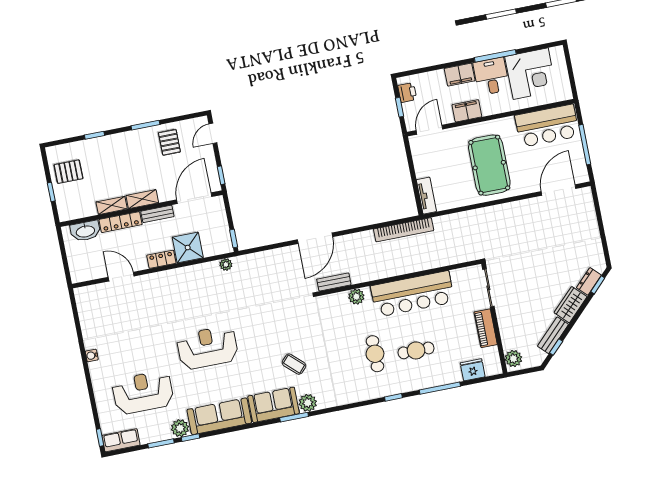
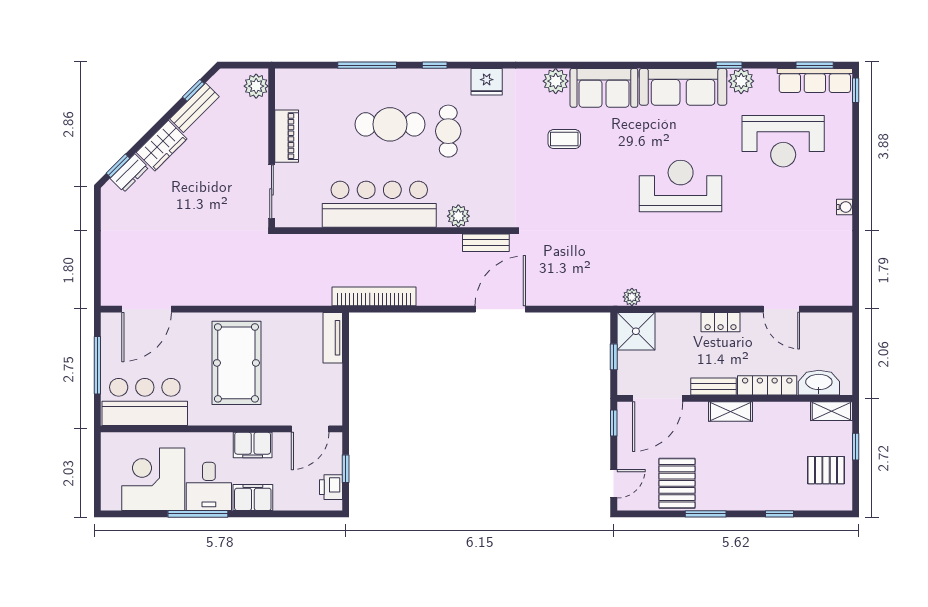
pallet: (169, 142) -> (677, 483), width x1.50, depth x1.42
shelving: (112, 205) -> (831, 411), moved
window: (234, 238) -> (614, 357), moved
shower: (188, 248) -> (636, 331), moved
reception desk: (207, 348) -> (681, 186), turned 180
cafe table: (416, 350) -> (390, 124), width x1.37, depth x1.35
coffee table: (294, 364) -> (564, 139), turned -43
fridge: (473, 370) -> (487, 82), moved
window: (294, 417) -> (579, 65), removed
row of seats: (121, 440) -> (815, 80), width x1.48
window: (161, 443) -> (815, 65), moved

